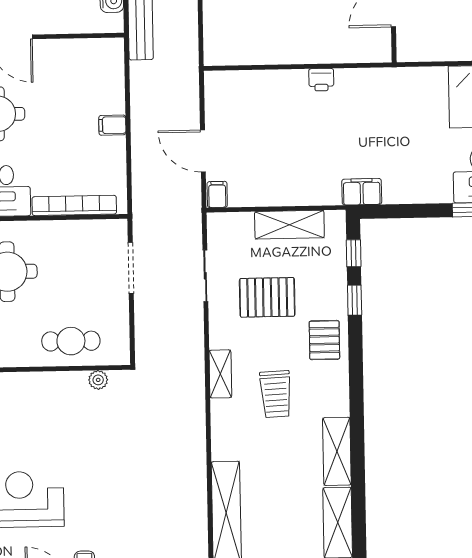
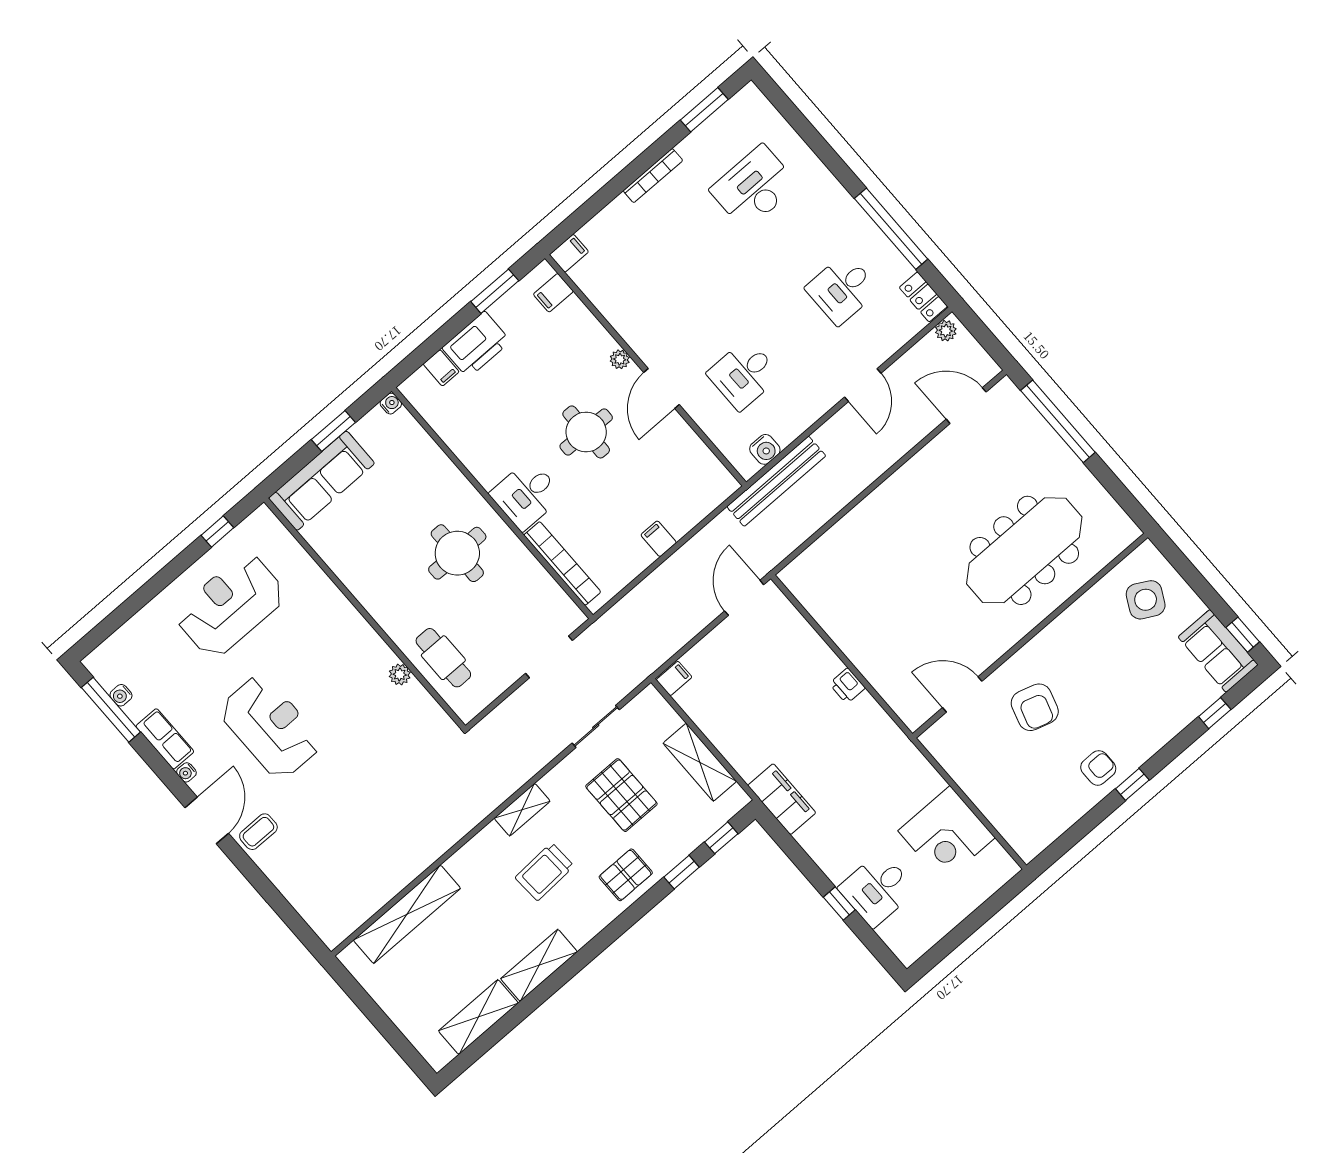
door: (203, 151) -> (744, 598), moved
filing cabinet: (362, 192) -> (782, 799), width x1.50, depth x1.17
plant: (98, 380) -> (400, 675), moved

